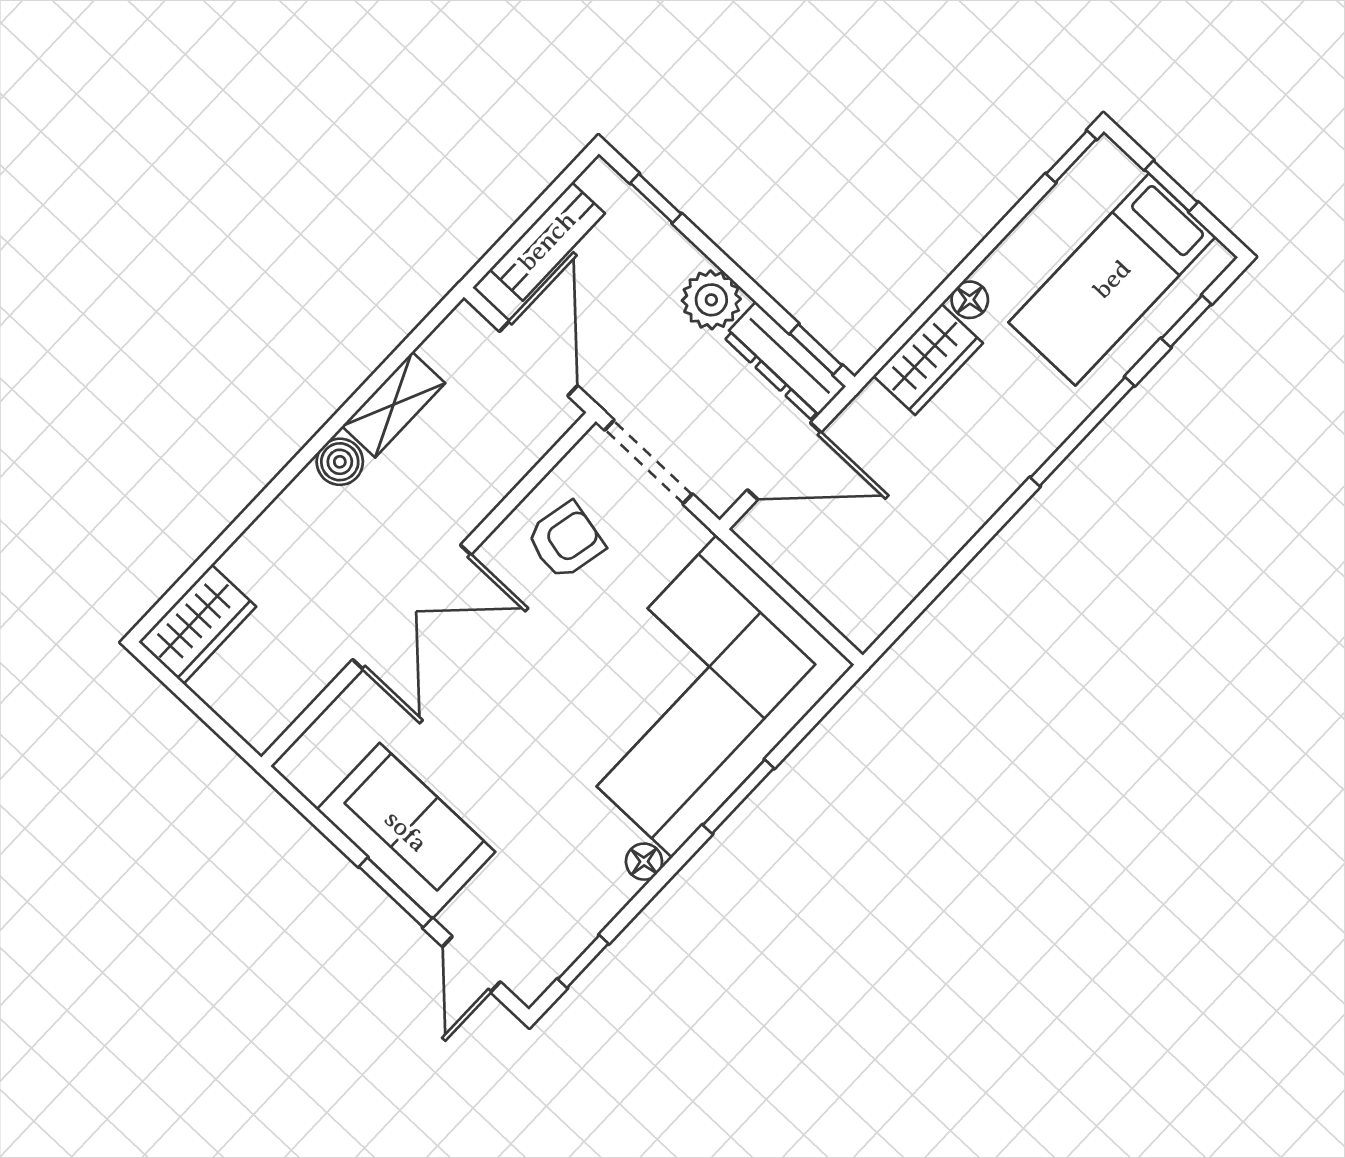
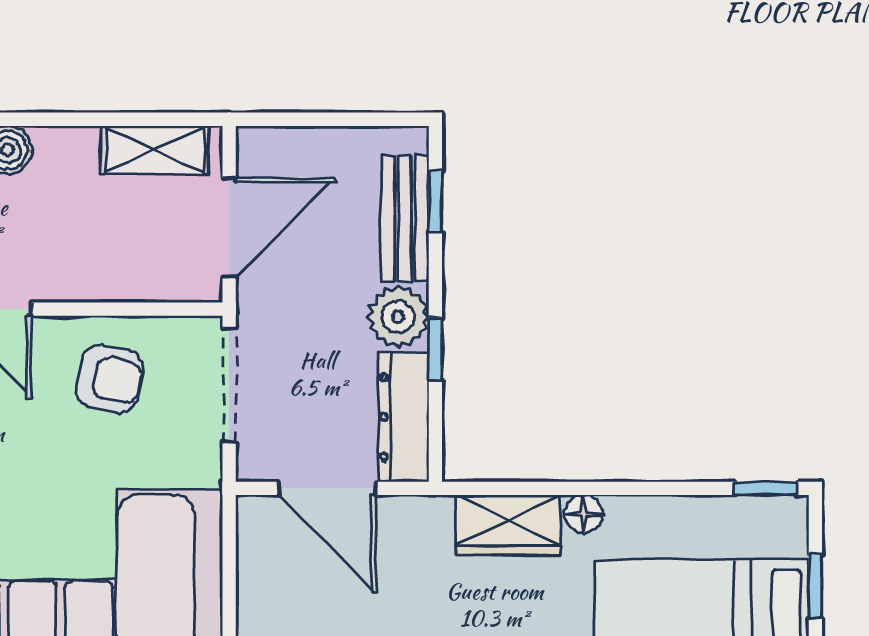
bench: (547, 241) -> (405, 219), moved, turned 90
window: (816, 349) -> (435, 349), moved
shelving: (394, 405) -> (155, 150), moved

